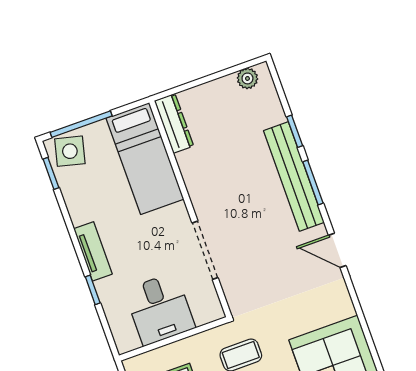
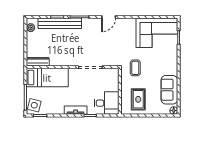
bench: (294, 177) -> (60, 23), moved
desk: (160, 309) -> (107, 103), moved

